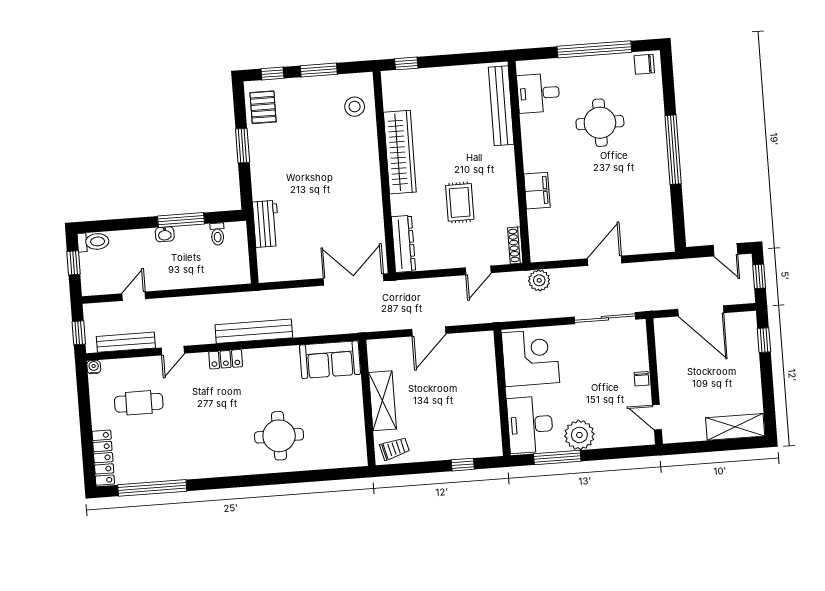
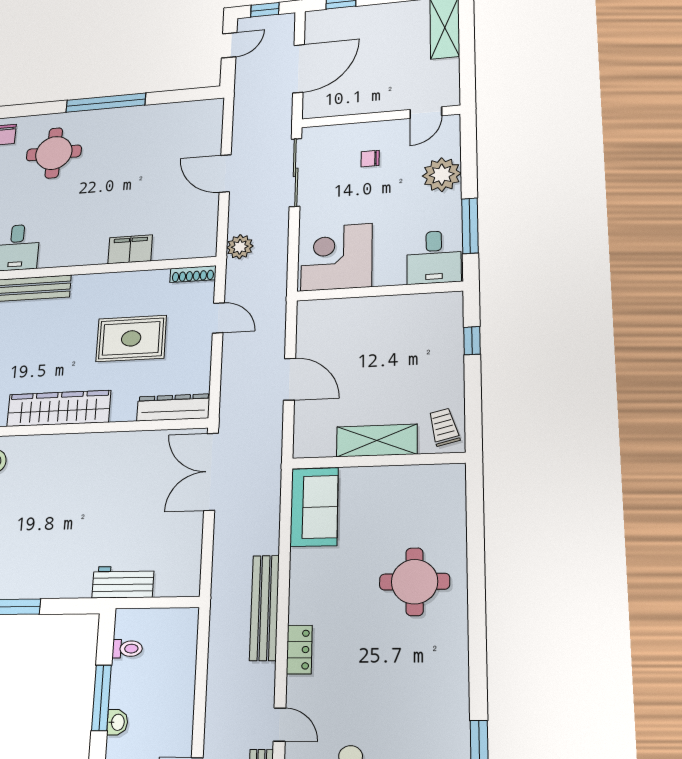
round table: (600, 123) -> (54, 153), moved
rug: (460, 202) -> (131, 338), width x1.36, depth x1.43
chair: (642, 379) -> (370, 159), moved, turned 180
desk: (530, 425) -> (434, 257), width x0.73
plant: (579, 435) -> (442, 175), moved

